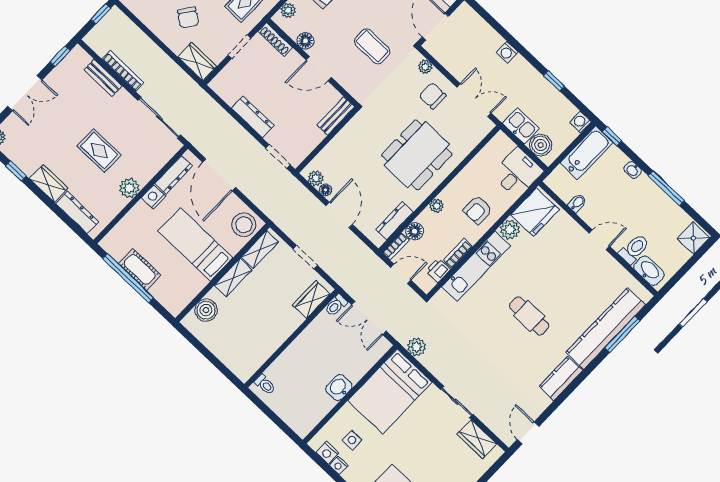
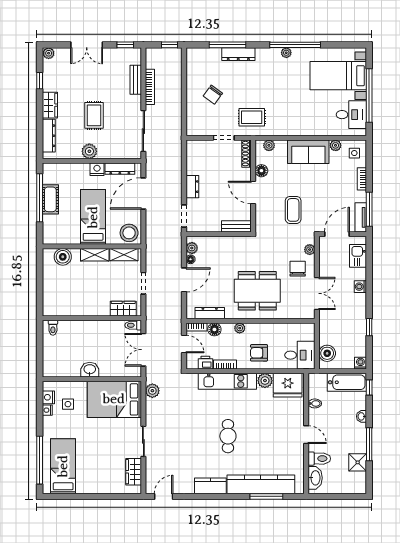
wardrobe: (197, 62) -> (194, 123), removed
dresser: (253, 117) -> (192, 187), width x0.70
kitchen sink: (521, 126) -> (358, 256), moved, turned 180
shower: (693, 238) -> (358, 462), moved

